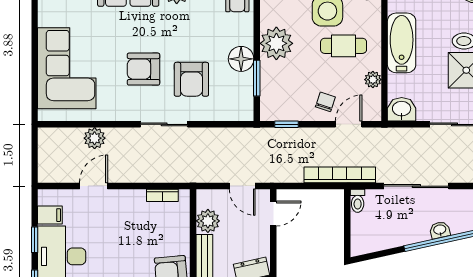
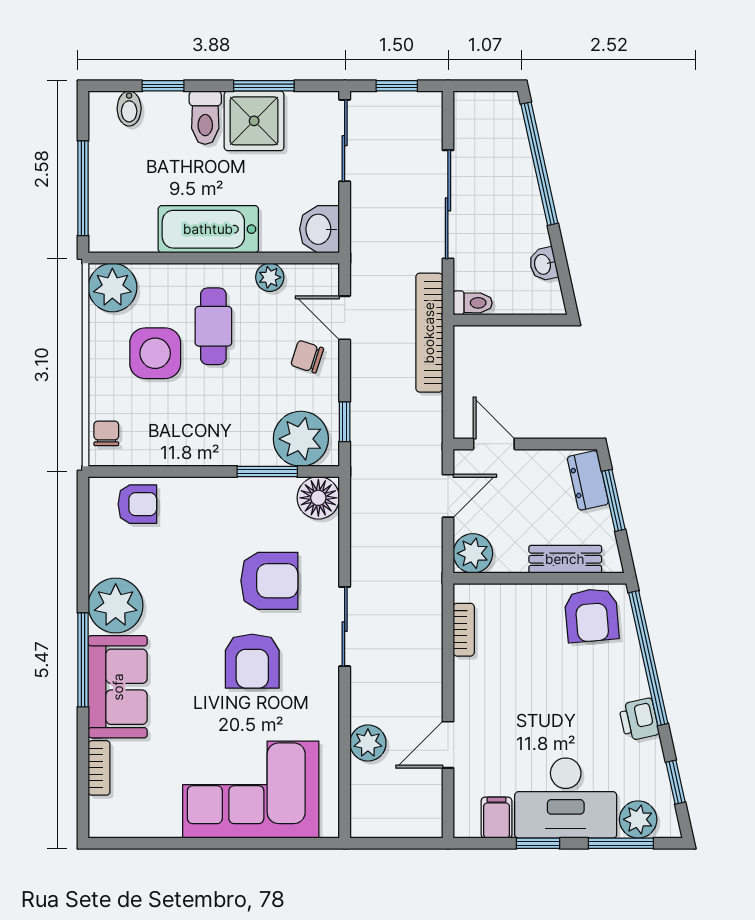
plant: (276, 43) -> (301, 439), moved
floor lamp: (241, 59) -> (318, 498), moved
door: (94, 186) -> (448, 745), hinge flipped
plant: (208, 221) -> (473, 553), moved
washbasin: (440, 230) -> (543, 264), moved

